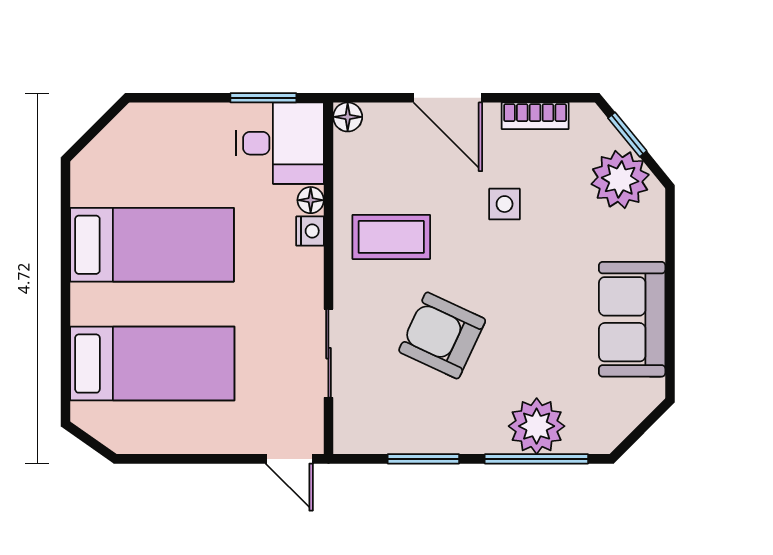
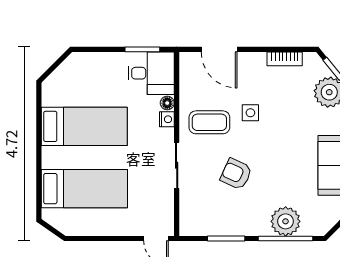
door: (448, 98) -> (219, 49), moved
floor lamp: (348, 117) -> (187, 60), removed
side table: (505, 204) -> (250, 113), moved
armchair: (442, 335) -> (236, 174), width x0.72, depth x0.72
sliding door: (328, 353) -> (177, 165), moved

